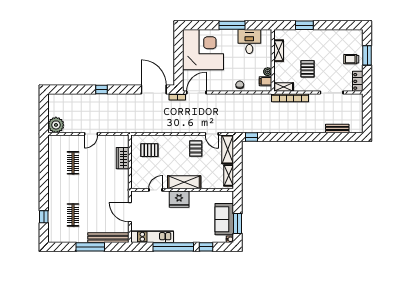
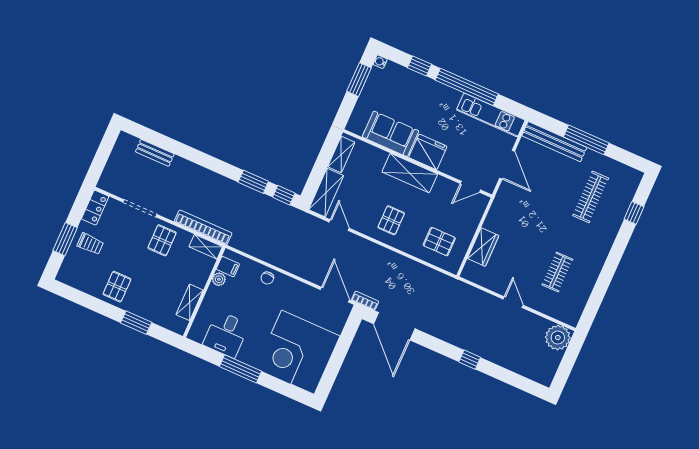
pallet: (325, 41) -> (117, 287), added
pallet: (308, 69) -> (162, 240), moved
door: (196, 93) -> (335, 295), swing flipped
door: (91, 134) -> (513, 302), hinge flipped
window: (273, 137) -> (253, 182), added
pallet: (196, 149) -> (391, 220), moved
door: (155, 190) -> (470, 187), moved
clothes rail: (73, 215) -> (591, 197), width x1.36
sofa: (224, 219) -> (391, 134), moved, turned -90

